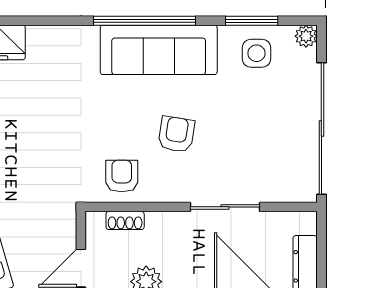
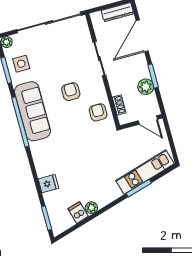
armchair: (176, 134) -> (71, 92), turned 81
armchair: (122, 176) -> (98, 112), turned 90

